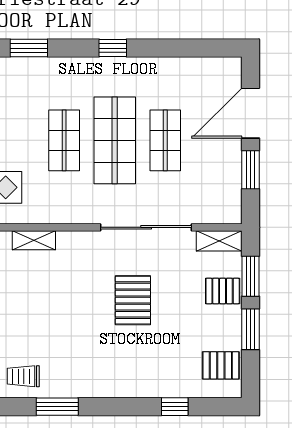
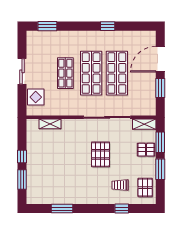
window: (113, 48) -> (108, 26), moved
shop shelf: (165, 140) -> (117, 73), width x1.43, depth x1.36
pallet: (221, 365) -> (145, 188), turned 90
trolley: (23, 376) -> (120, 185), moved

